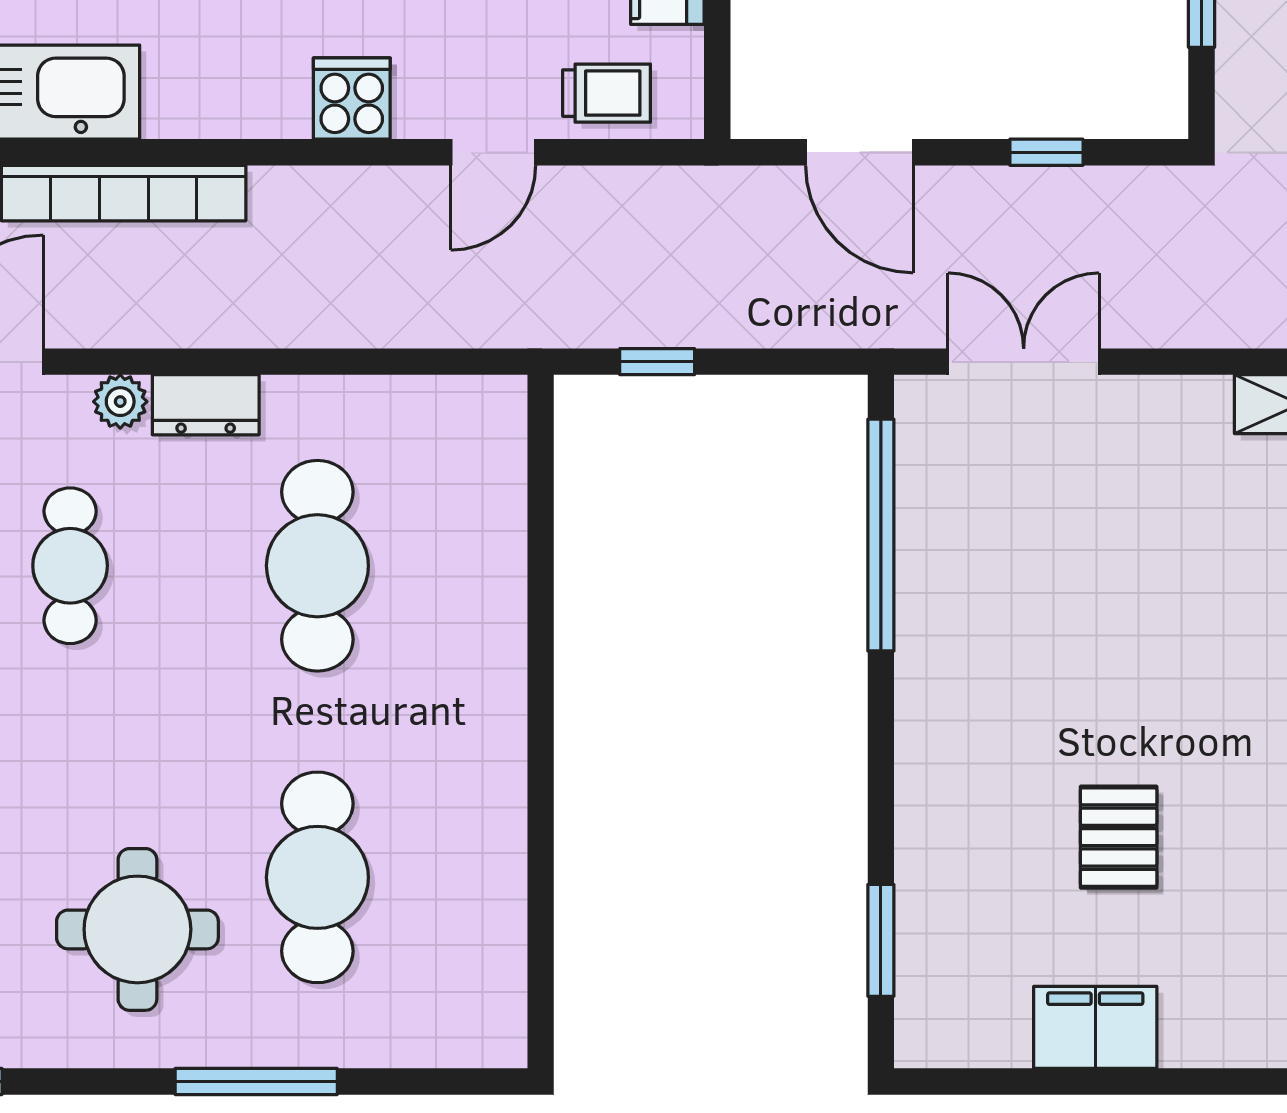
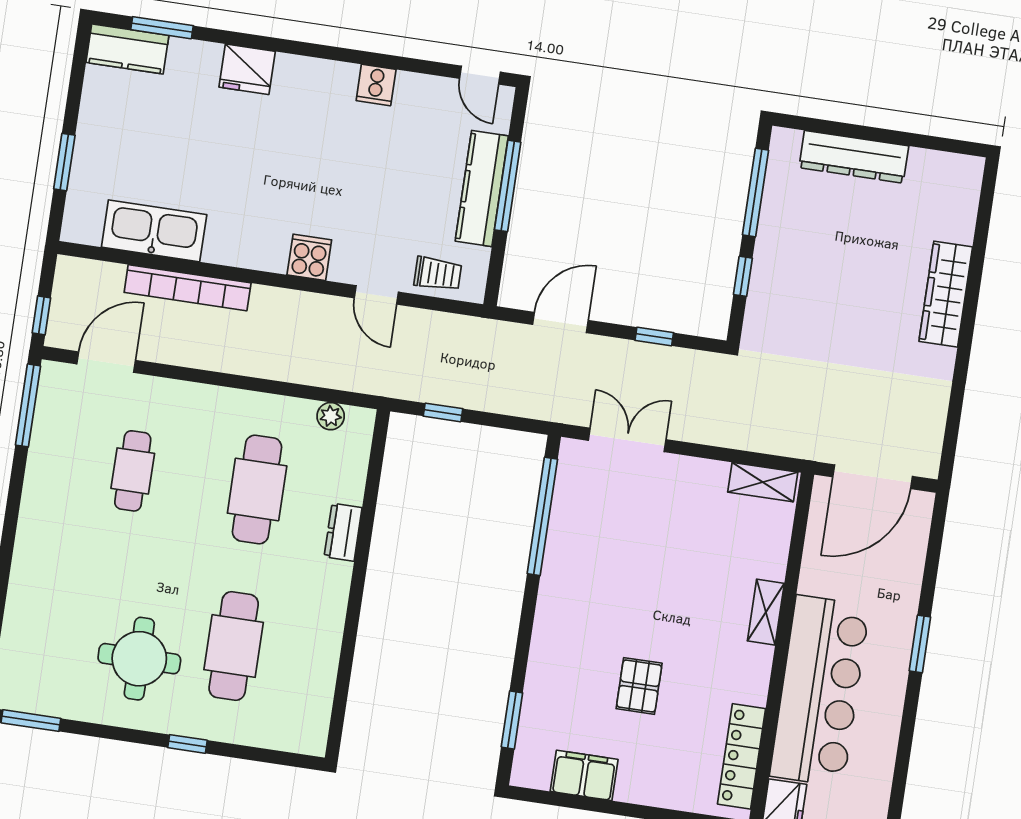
door: (493, 152) -> (376, 295), hinge flipped
door: (859, 152) -> (560, 322), swing flipped
plant: (120, 402) -> (331, 416), moved
dresser: (206, 405) -> (343, 532), moved, turned 90
filing cabinet: (1095, 1027) -> (584, 775), moved
window: (256, 1081) -> (188, 744), width x0.46

